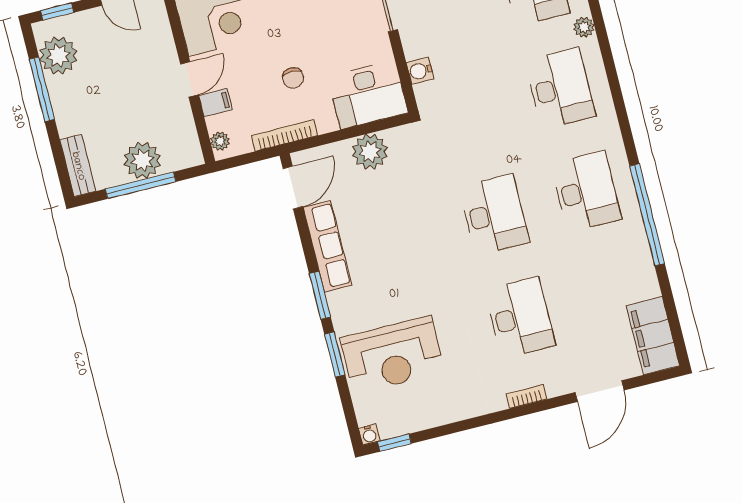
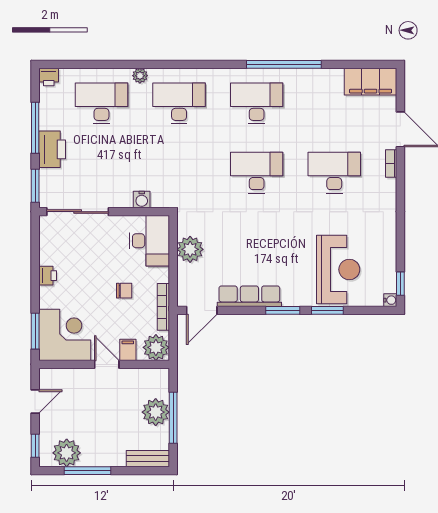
plant: (220, 141) -> (156, 347), width x1.88, depth x1.88
door: (293, 188) -> (202, 310), swing flipped
bookcase: (526, 396) -> (391, 164), moved

